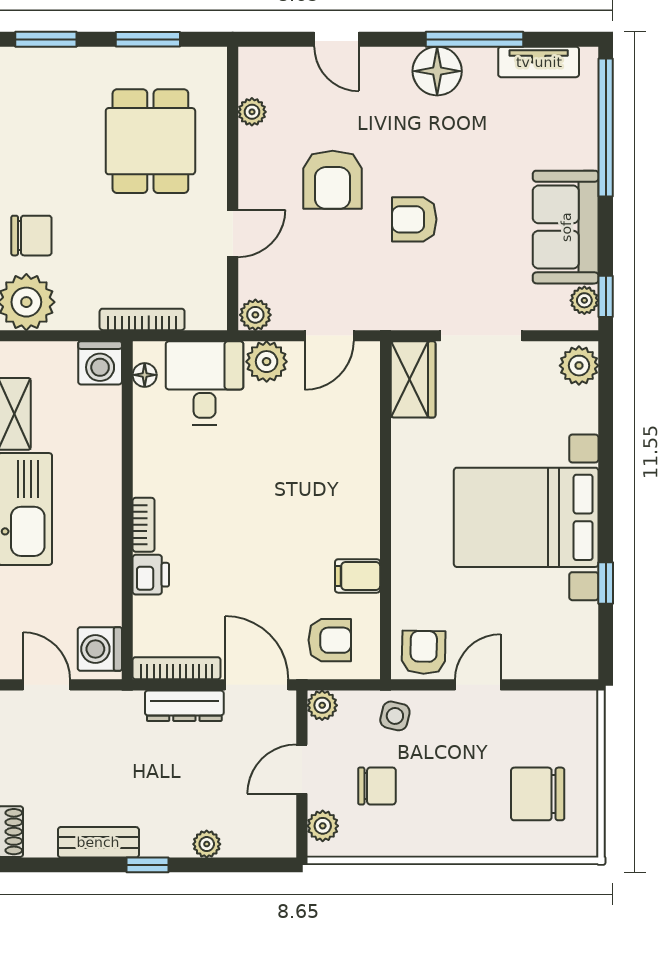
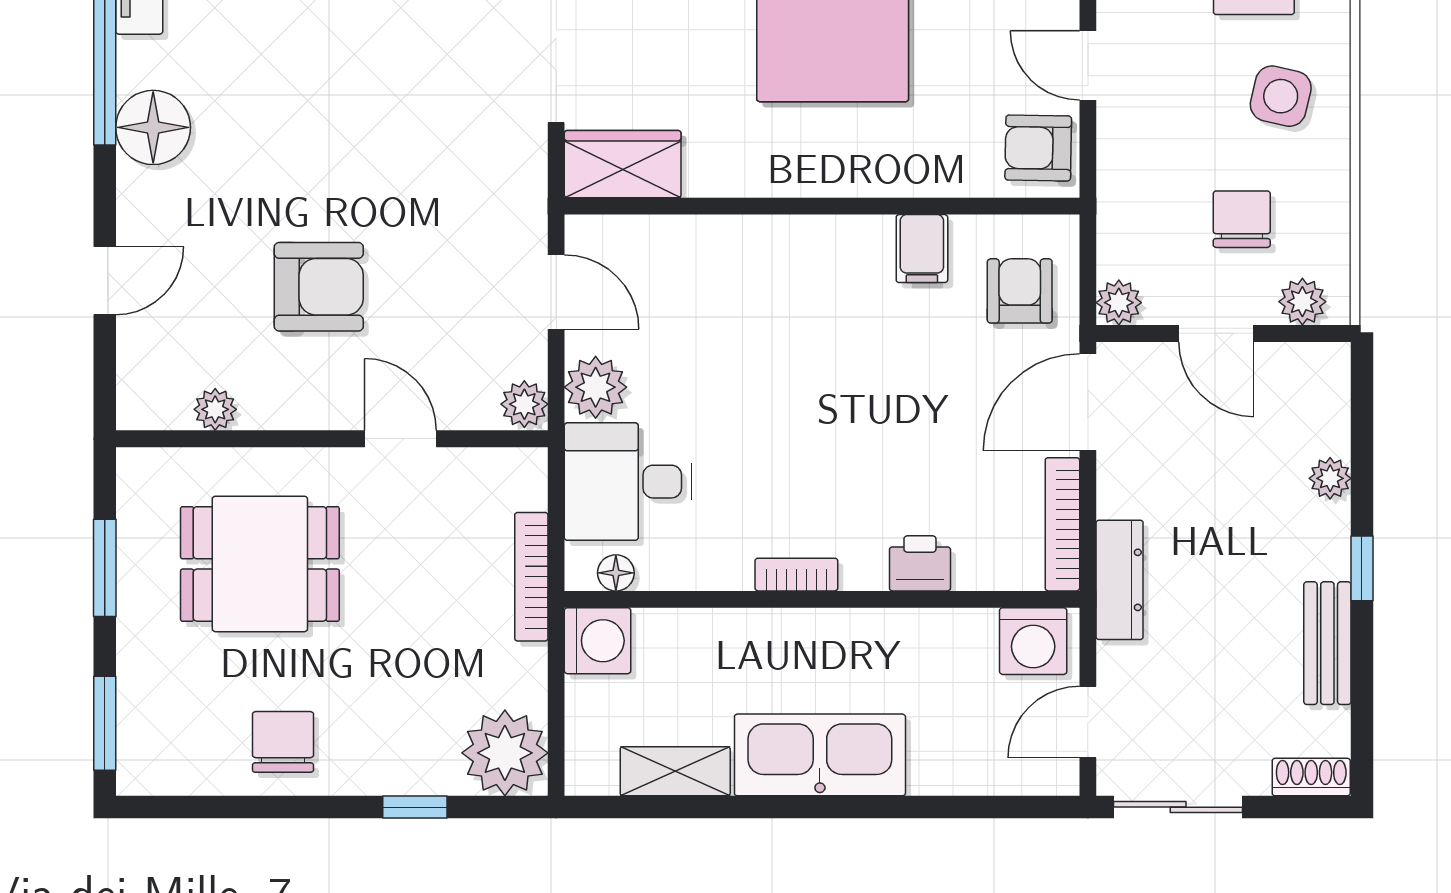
armchair: (414, 219) -> (379, 162), removed
chair: (31, 236) -> (283, 742), moved
bookcase: (144, 525) -> (796, 575), moved
dresser: (184, 706) -> (1120, 580), moved
side table: (395, 716) -> (1281, 96), moved, width x1.37, depth x1.37

